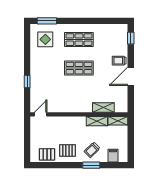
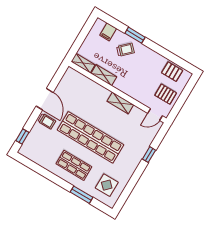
window: (47, 21) -> (81, 195), moved
shop shelf: (79, 68) -> (90, 137), width x2.00, depth x1.36
door: (131, 76) -> (45, 99), hinge flipped
shelving: (103, 107) -> (120, 103), moved
pallet: (67, 150) -> (166, 94), moved

